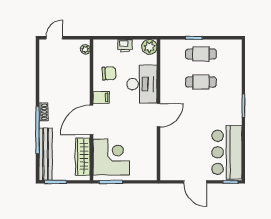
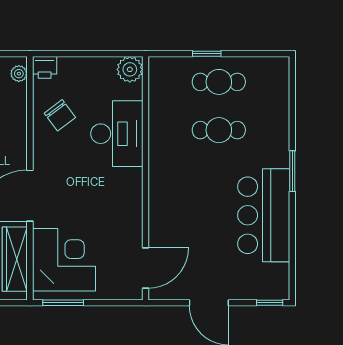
printer: (125, 46) -> (45, 67), moved
chair: (109, 73) -> (60, 115), turned 55
filing cabinet: (101, 97) -> (46, 157), removed
door: (158, 115) -> (145, 268), moved
bar counter: (227, 152) -> (264, 215), moved

